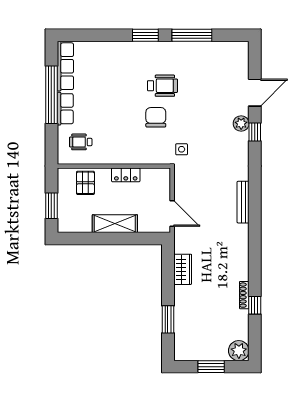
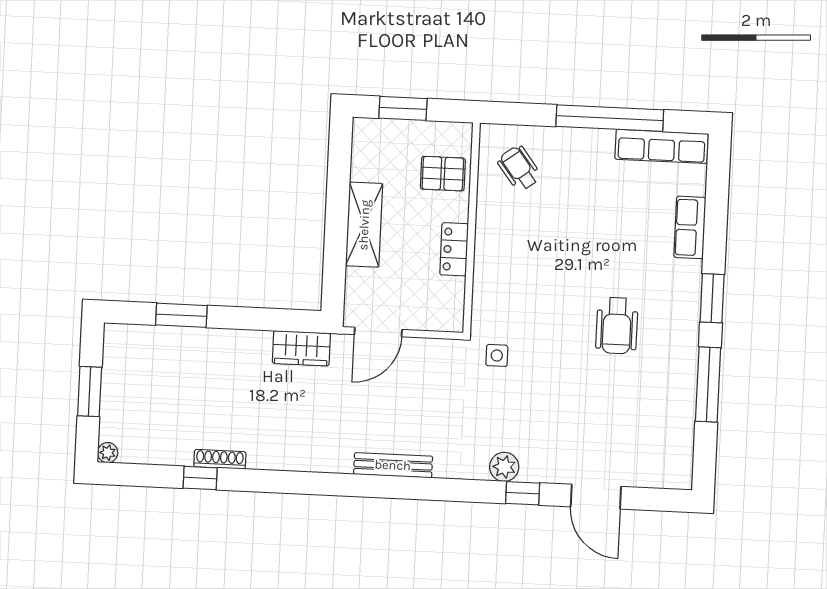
row of seats: (65, 109) -> (690, 227), moved, turned 90
chair: (156, 117) -> (559, 310), removed
plant: (241, 124) -> (504, 467), moved
wheelchair: (81, 142) -> (519, 168), turned -37
wardrobe: (183, 269) -> (301, 348), moved
plant: (239, 351) -> (108, 453), width x0.53, depth x0.53

